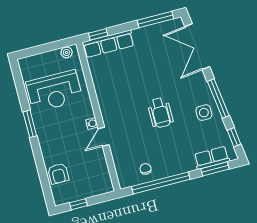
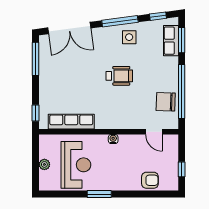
row of seats: (108, 44) -> (71, 122), moved, turned -90
plant: (67, 52) -> (44, 164), moved
door: (103, 137) -> (154, 132), moved
chair: (146, 169) -> (166, 102), width x1.87, depth x1.87

